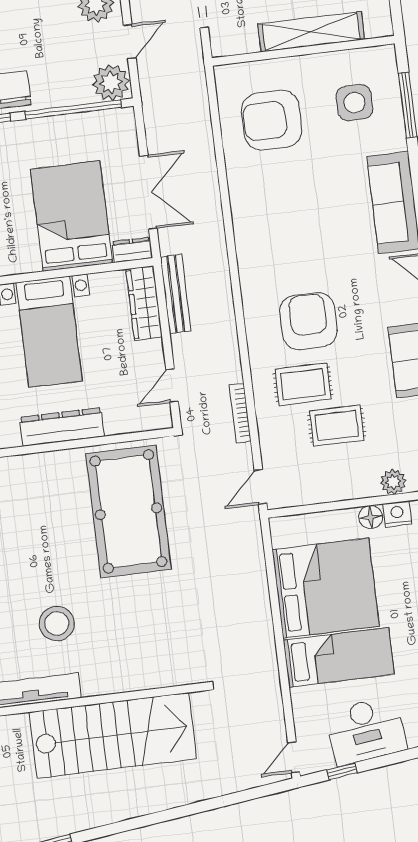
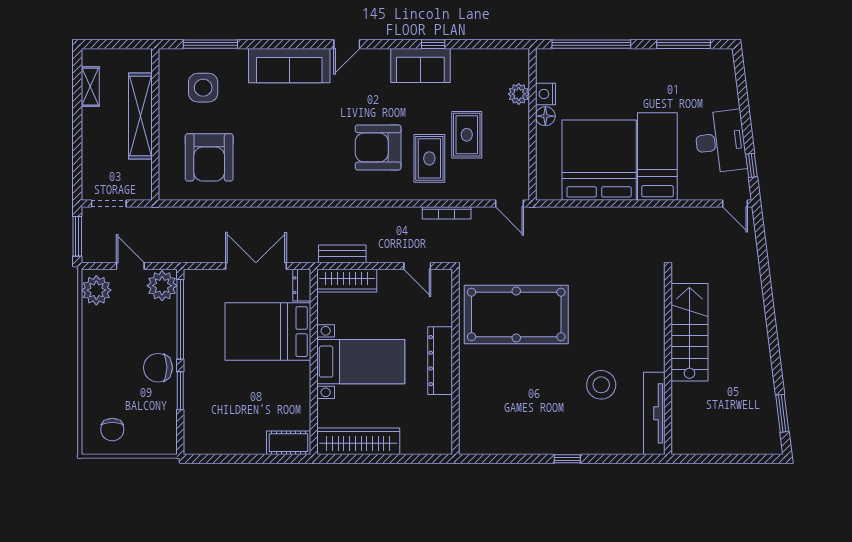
bench: (176, 294) -> (342, 254), width x0.73
stairs: (113, 735) -> (689, 332), width x0.73, depth x0.66

